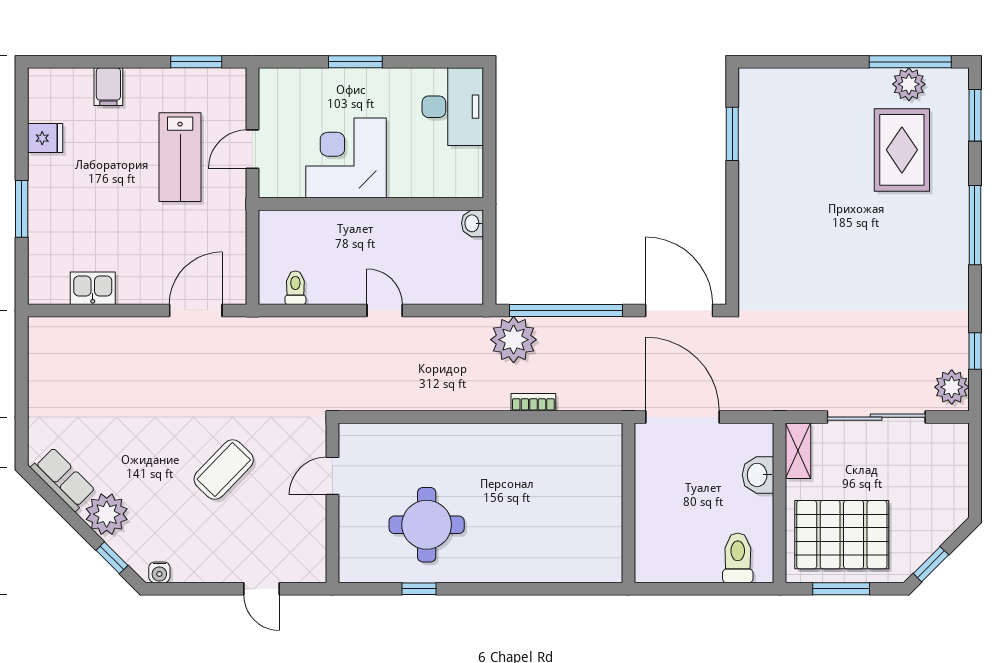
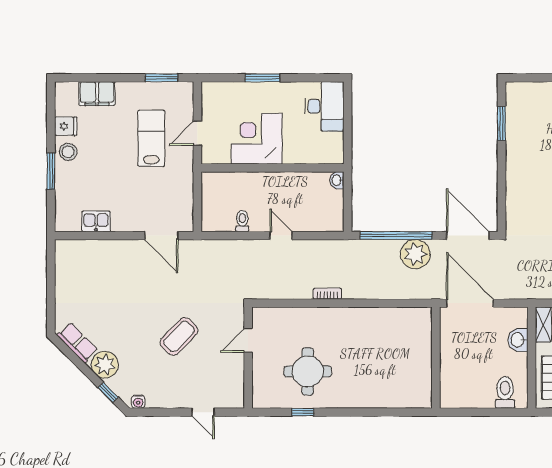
filing cabinet: (108, 87) -> (97, 94), width x2.00
lab bench: (180, 157) -> (151, 138), turned 180
stool: (49, 178) -> (68, 152), added
toilet: (295, 288) -> (242, 221), moved
door: (196, 310) -> (161, 236), swing flipped
plant: (514, 340) -> (415, 254), moved
bookcase: (533, 402) -> (327, 294), moved

